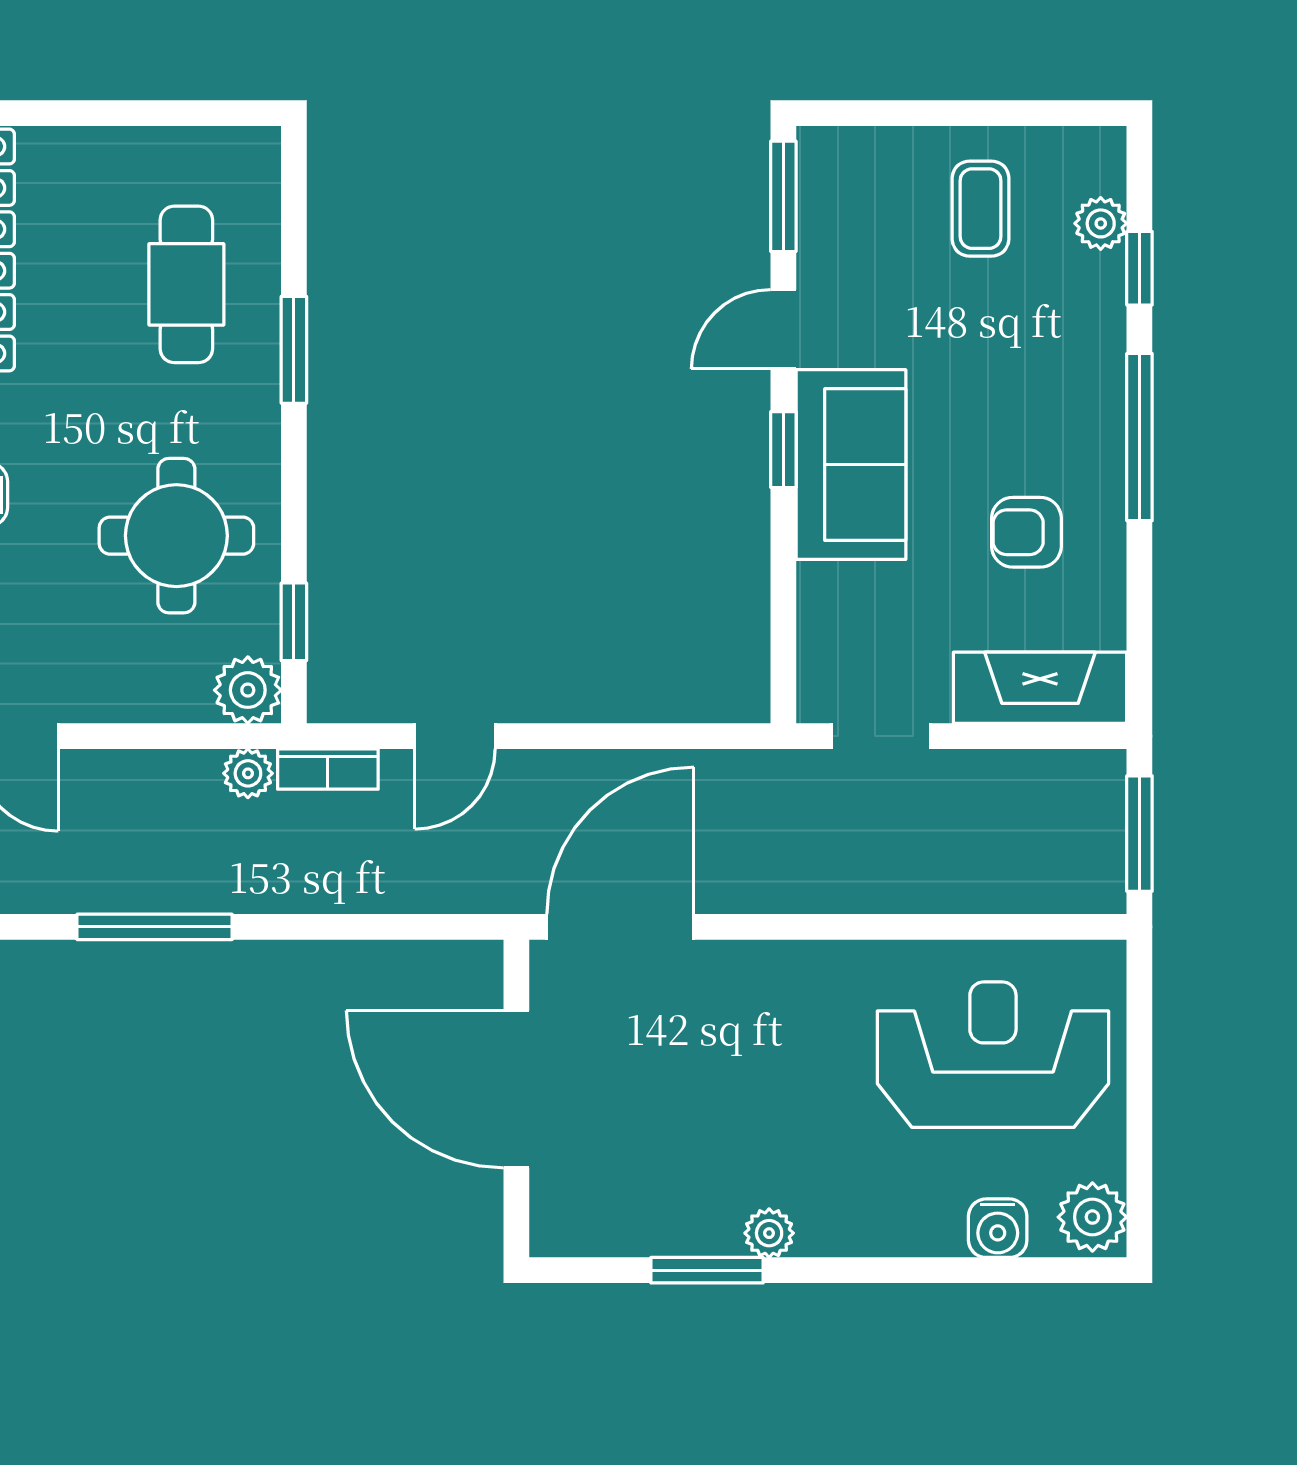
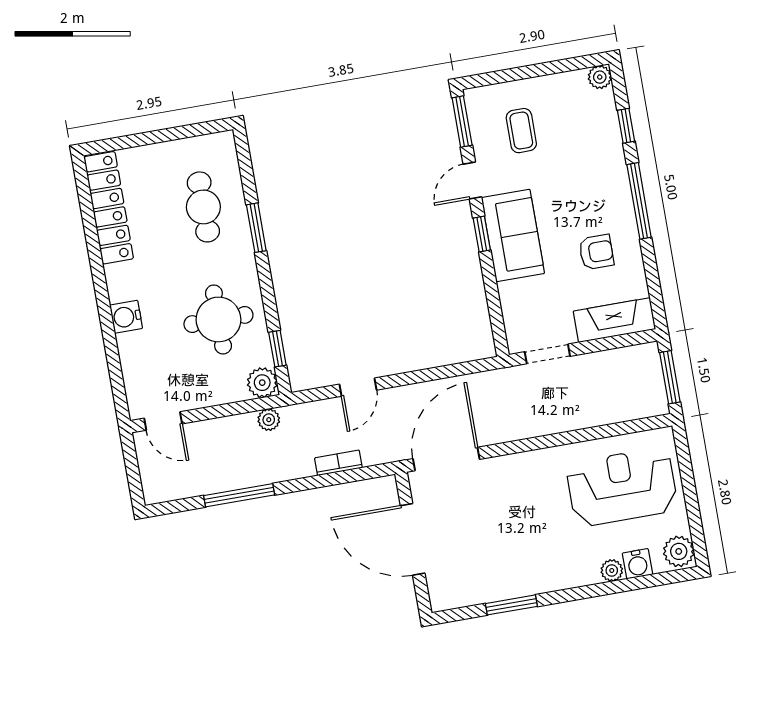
coffee table: (980, 209) -> (521, 131), moved
plant: (1101, 223) -> (600, 77), moved
armchair: (1026, 532) -> (596, 252), turned 180
bookcase: (328, 769) -> (338, 463), moved, turned 180
plant: (769, 1233) -> (612, 570), moved

